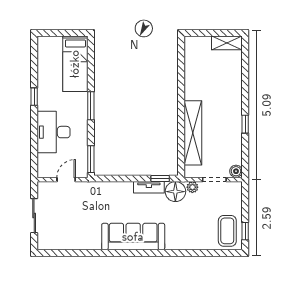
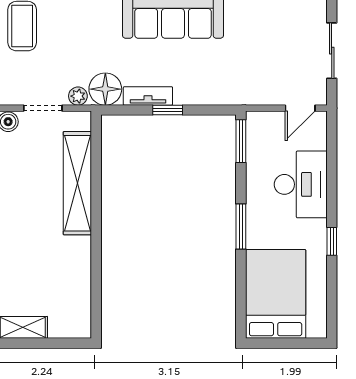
bed: (75, 64) -> (276, 294), width x1.50
window: (160, 178) -> (168, 110), moved
door: (66, 180) -> (300, 108), moved

